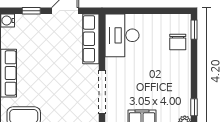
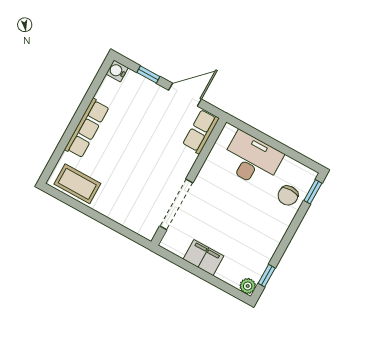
desk: (122, 35) -> (252, 160), moved, turned 90
row of seats: (91, 39) -> (201, 132), width x0.68

